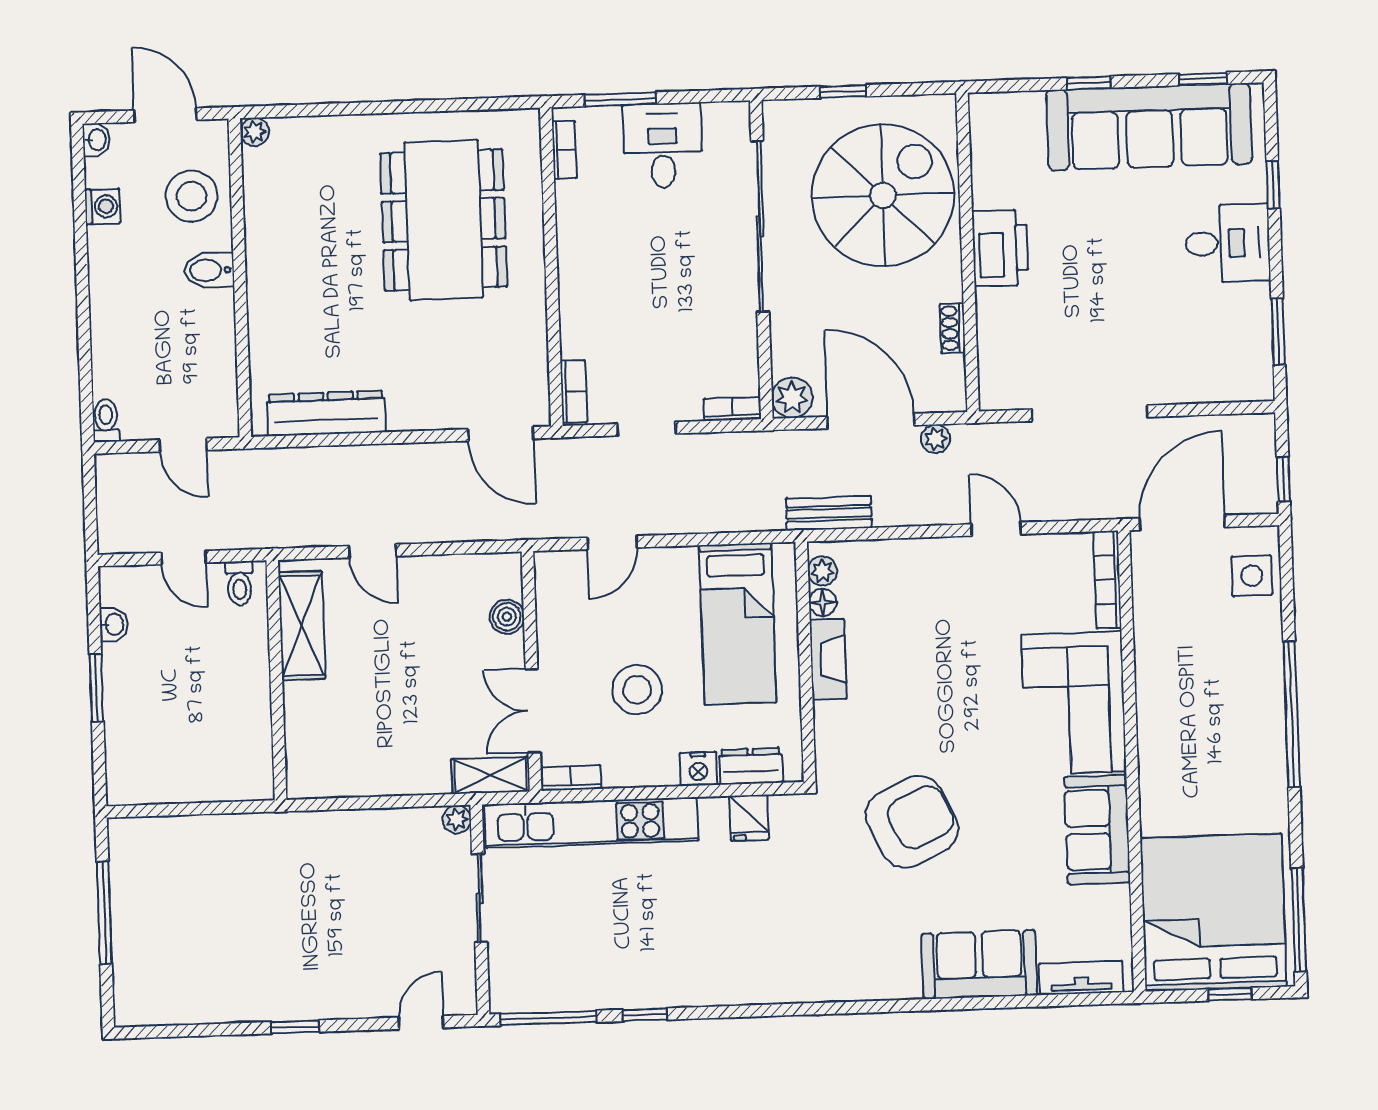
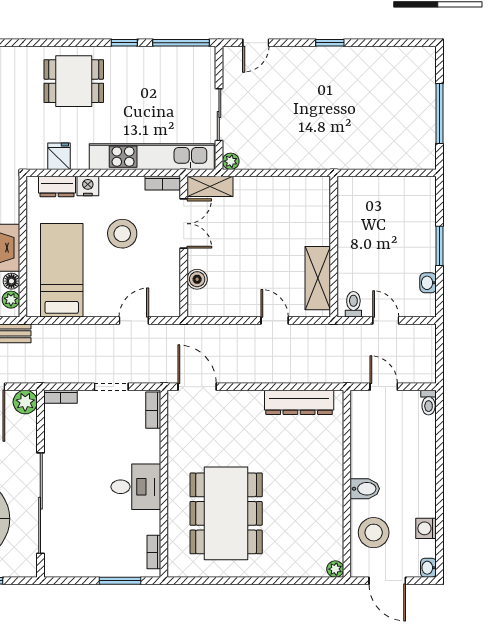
desk: (663, 146) -> (136, 487), moved, turned -90
dining table: (728, 946) -> (74, 81), added

